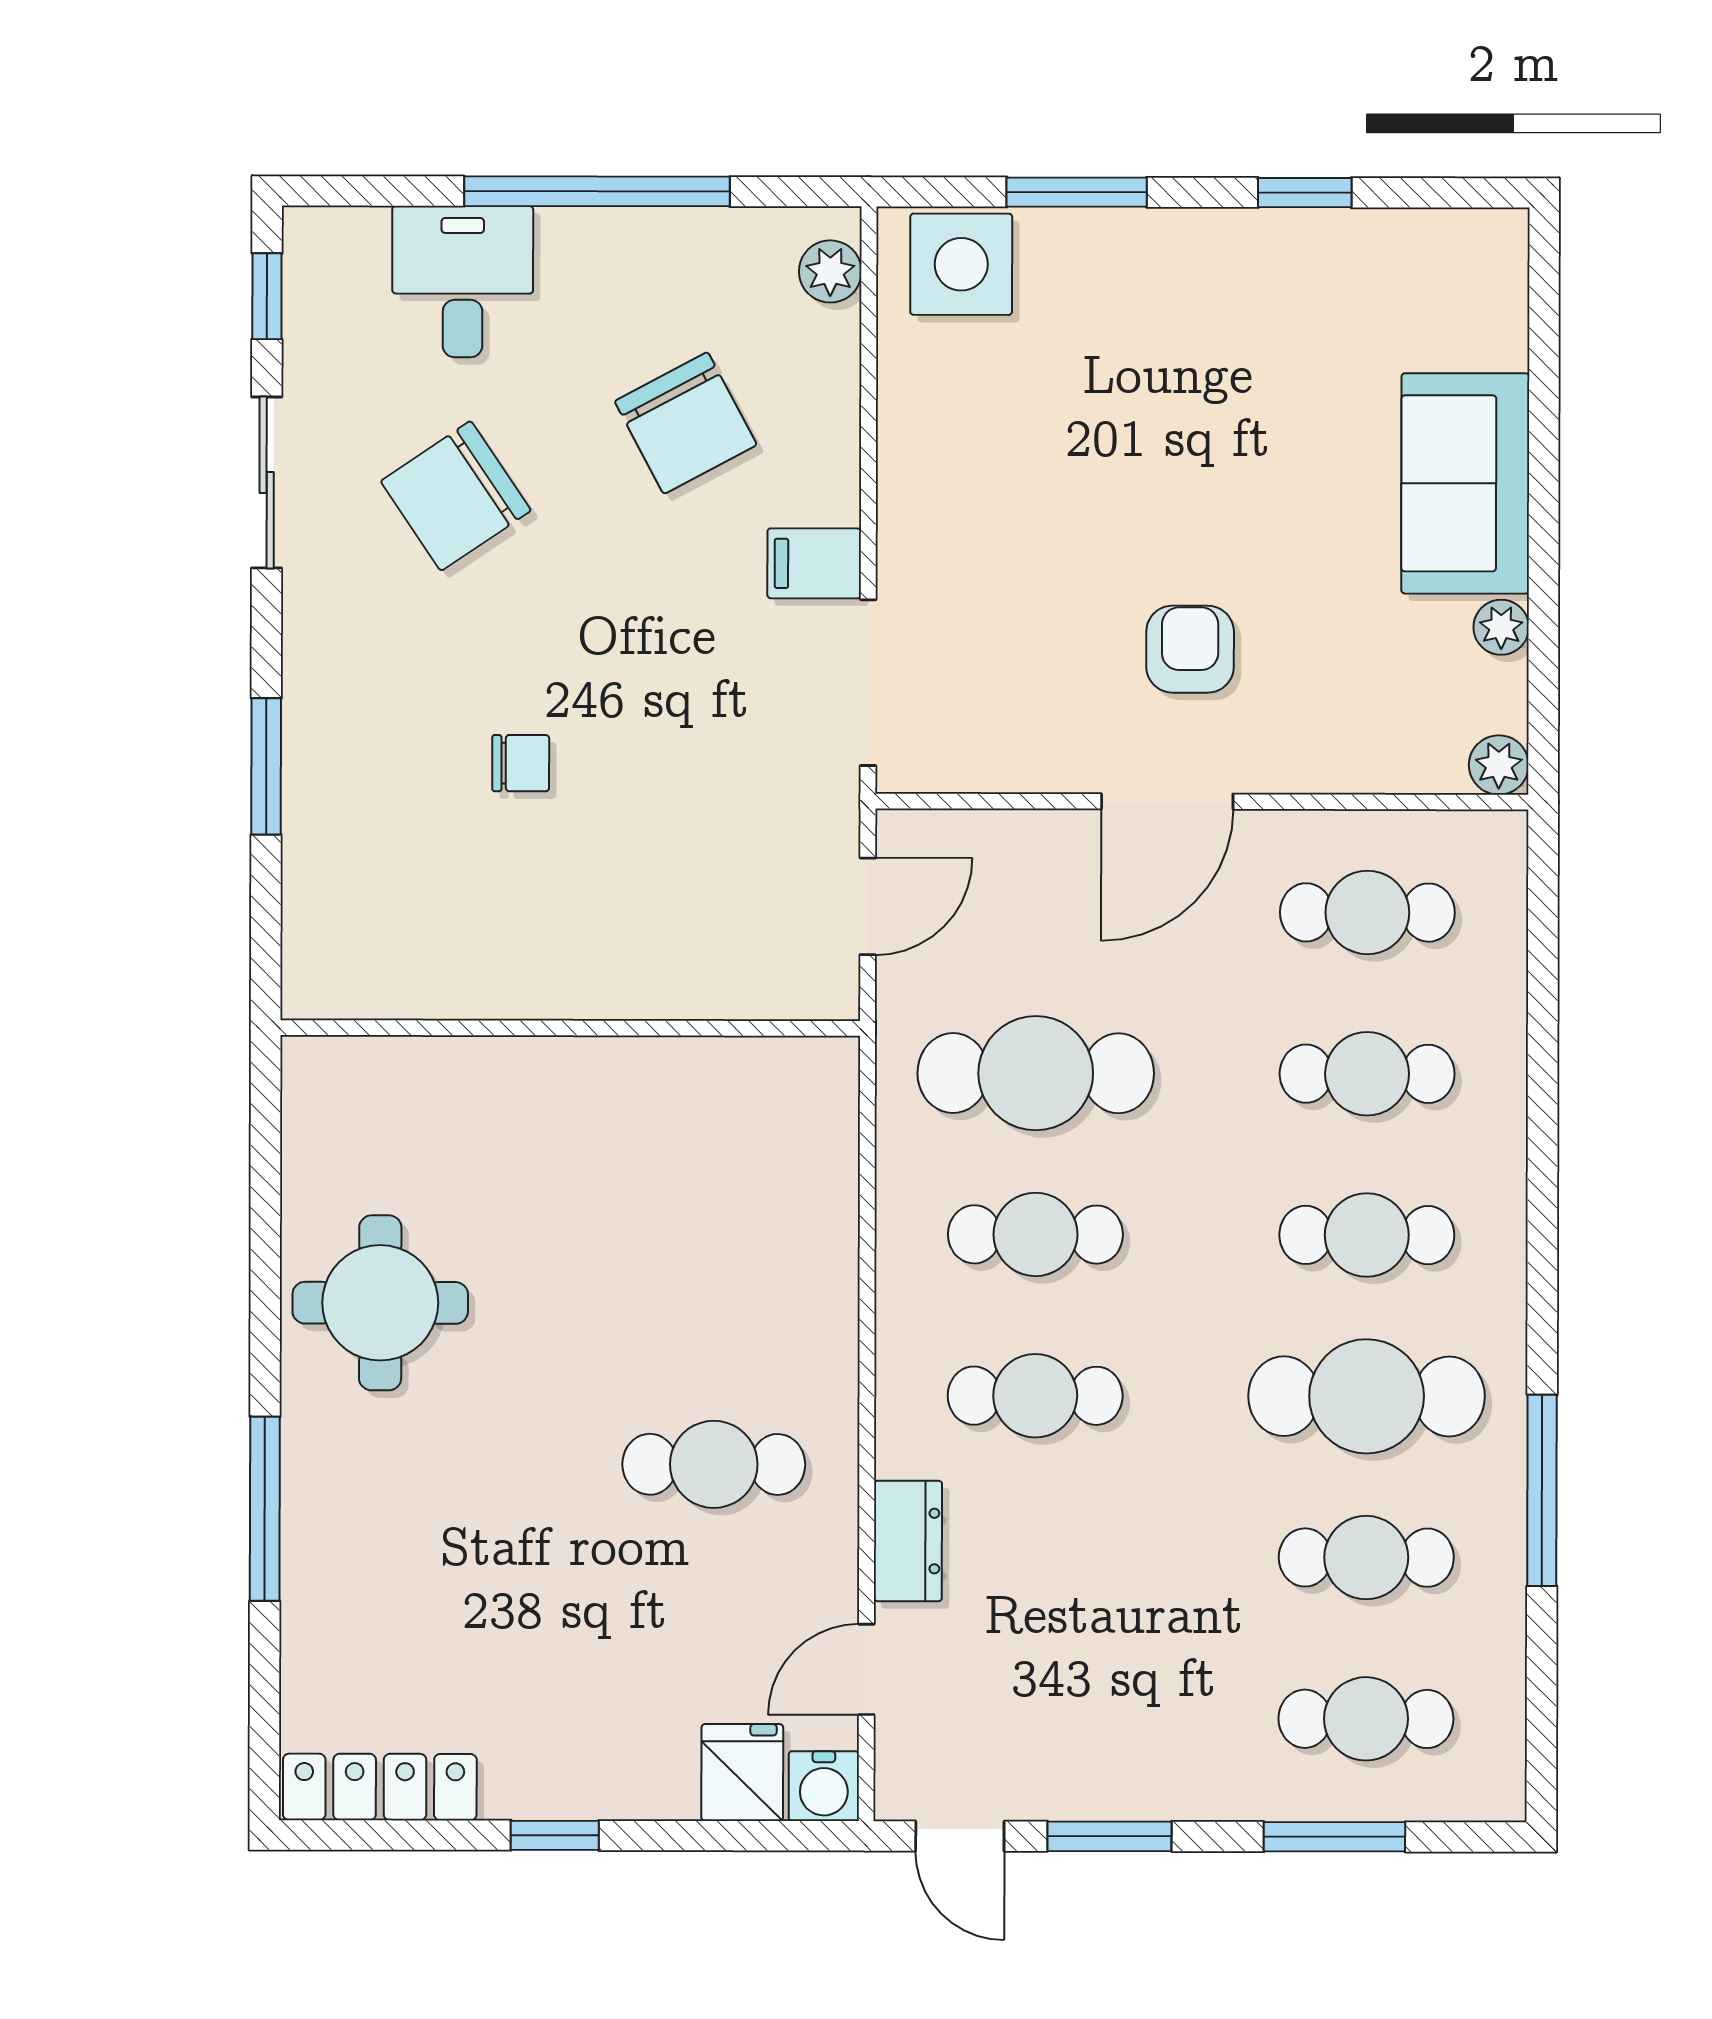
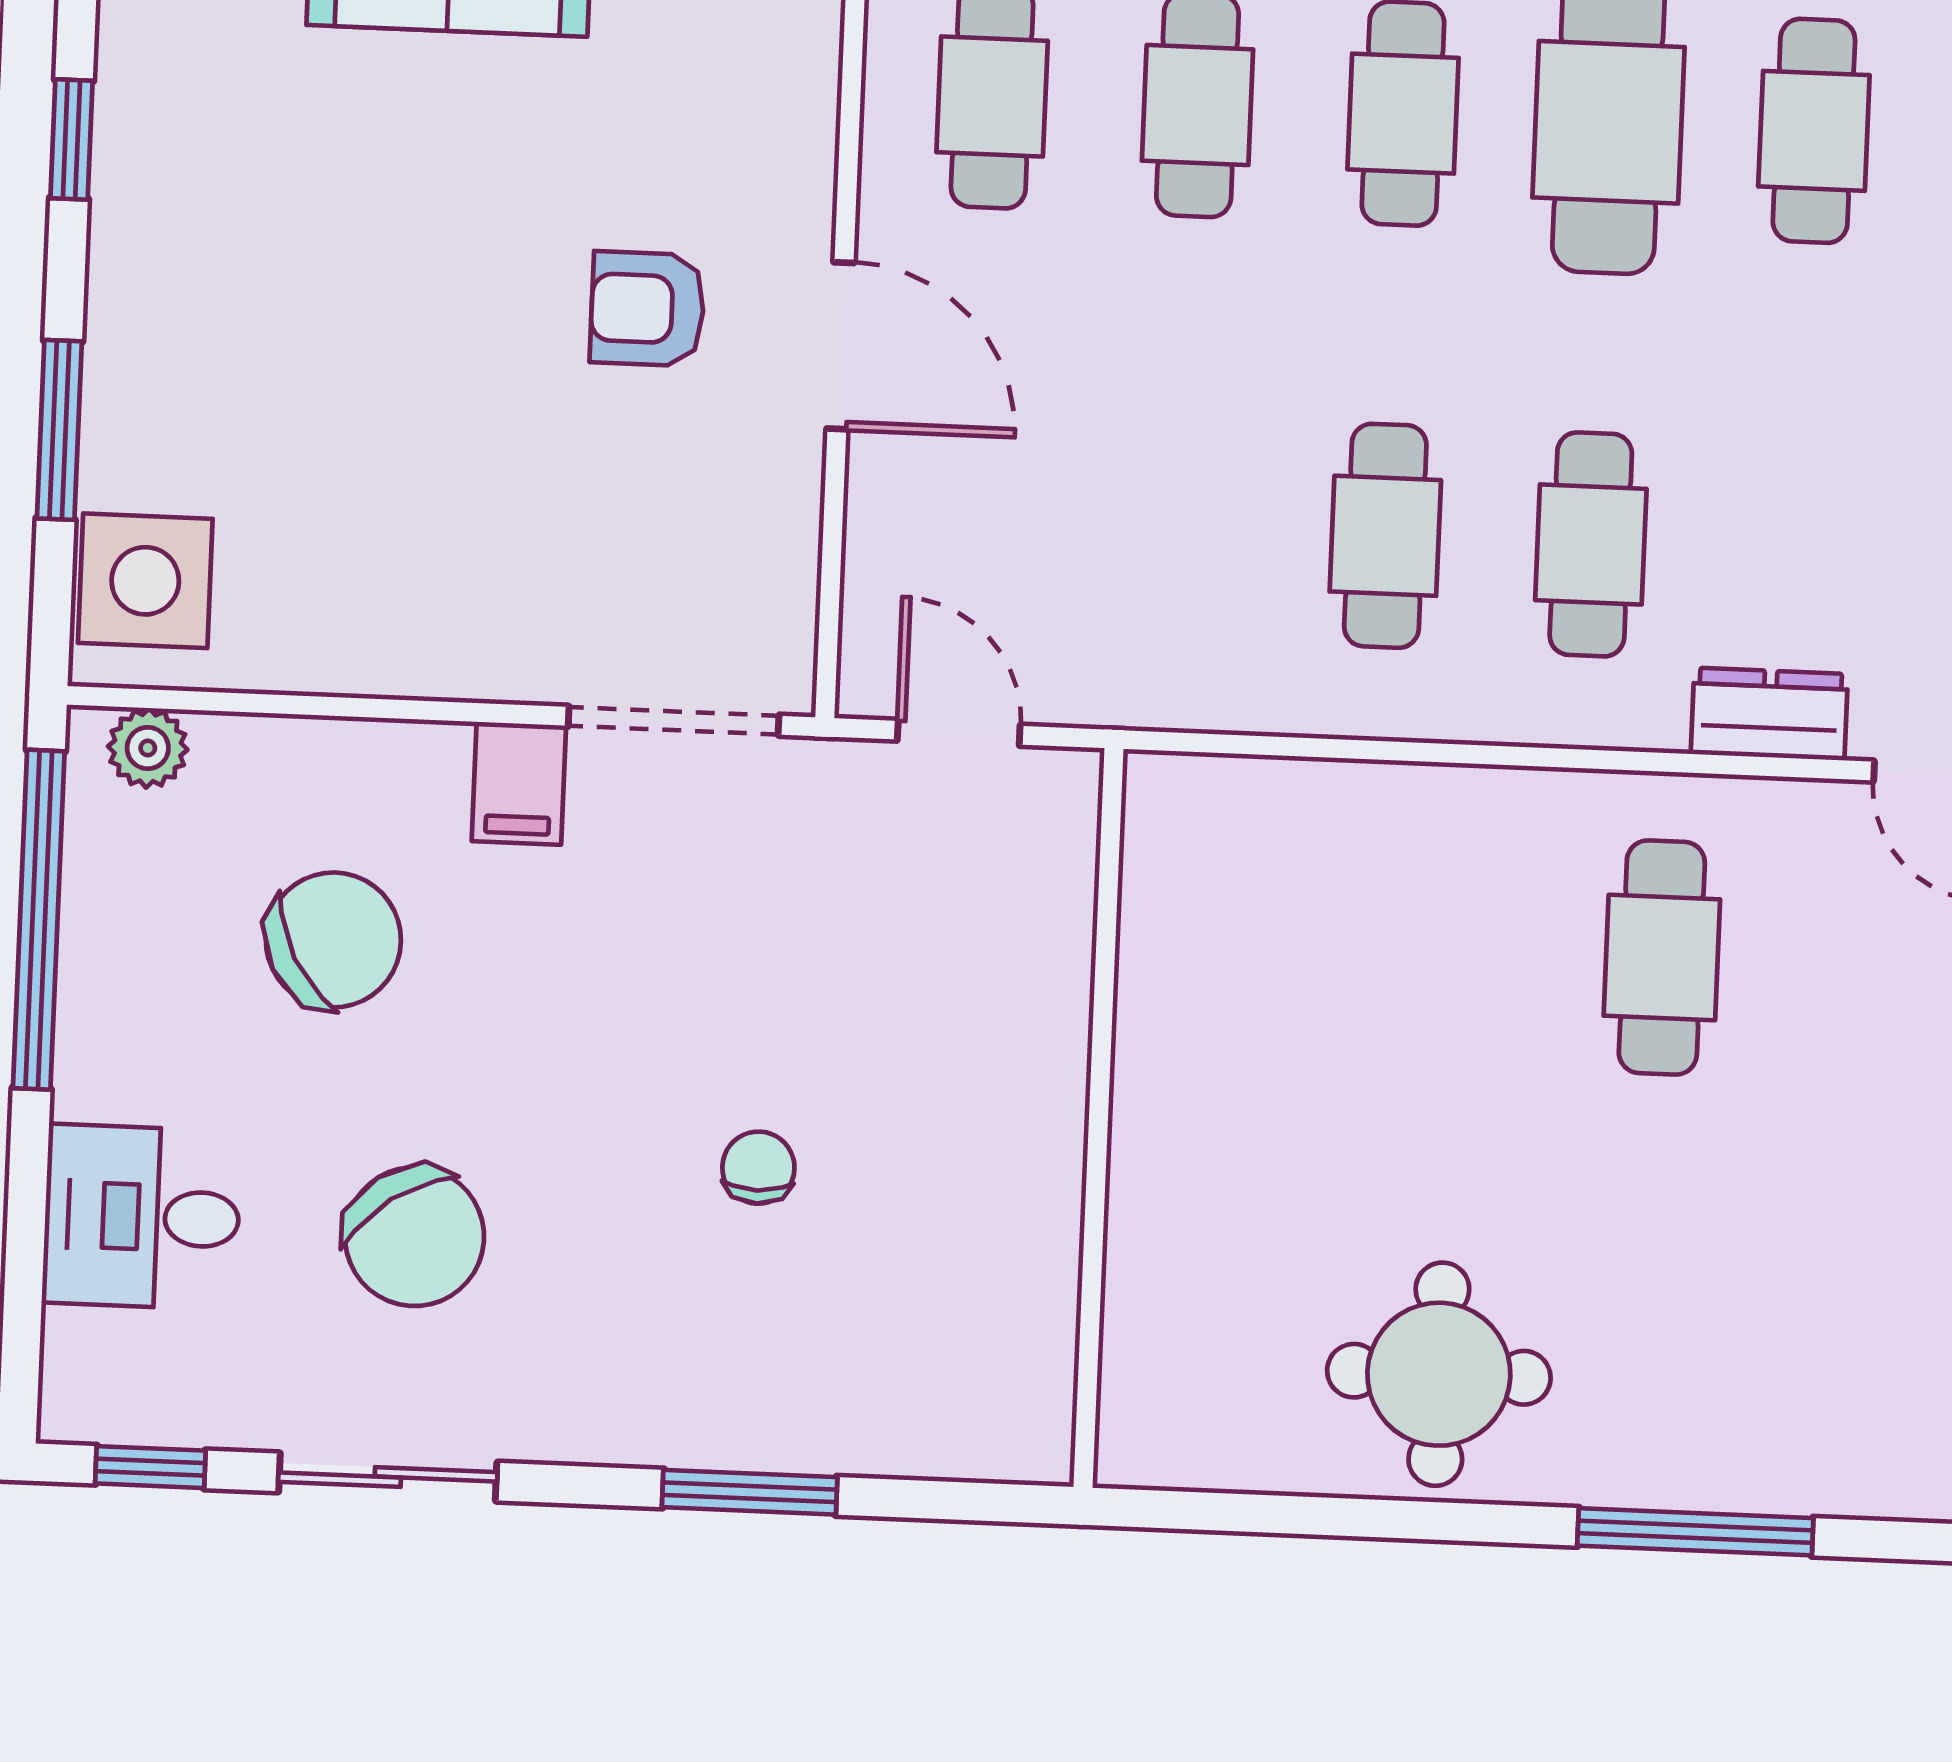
window: (597, 191) -> (39, 920), moved
cafe table: (1036, 1073) -> (1180, 527), removed

